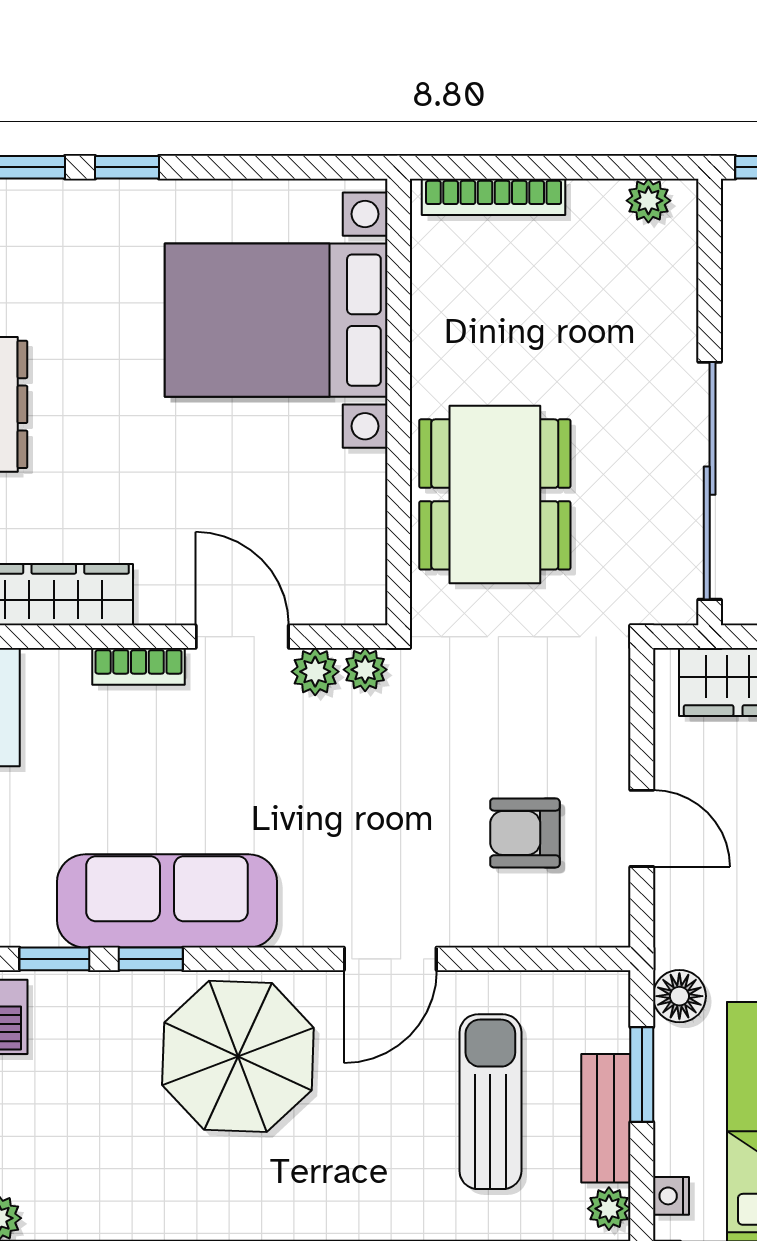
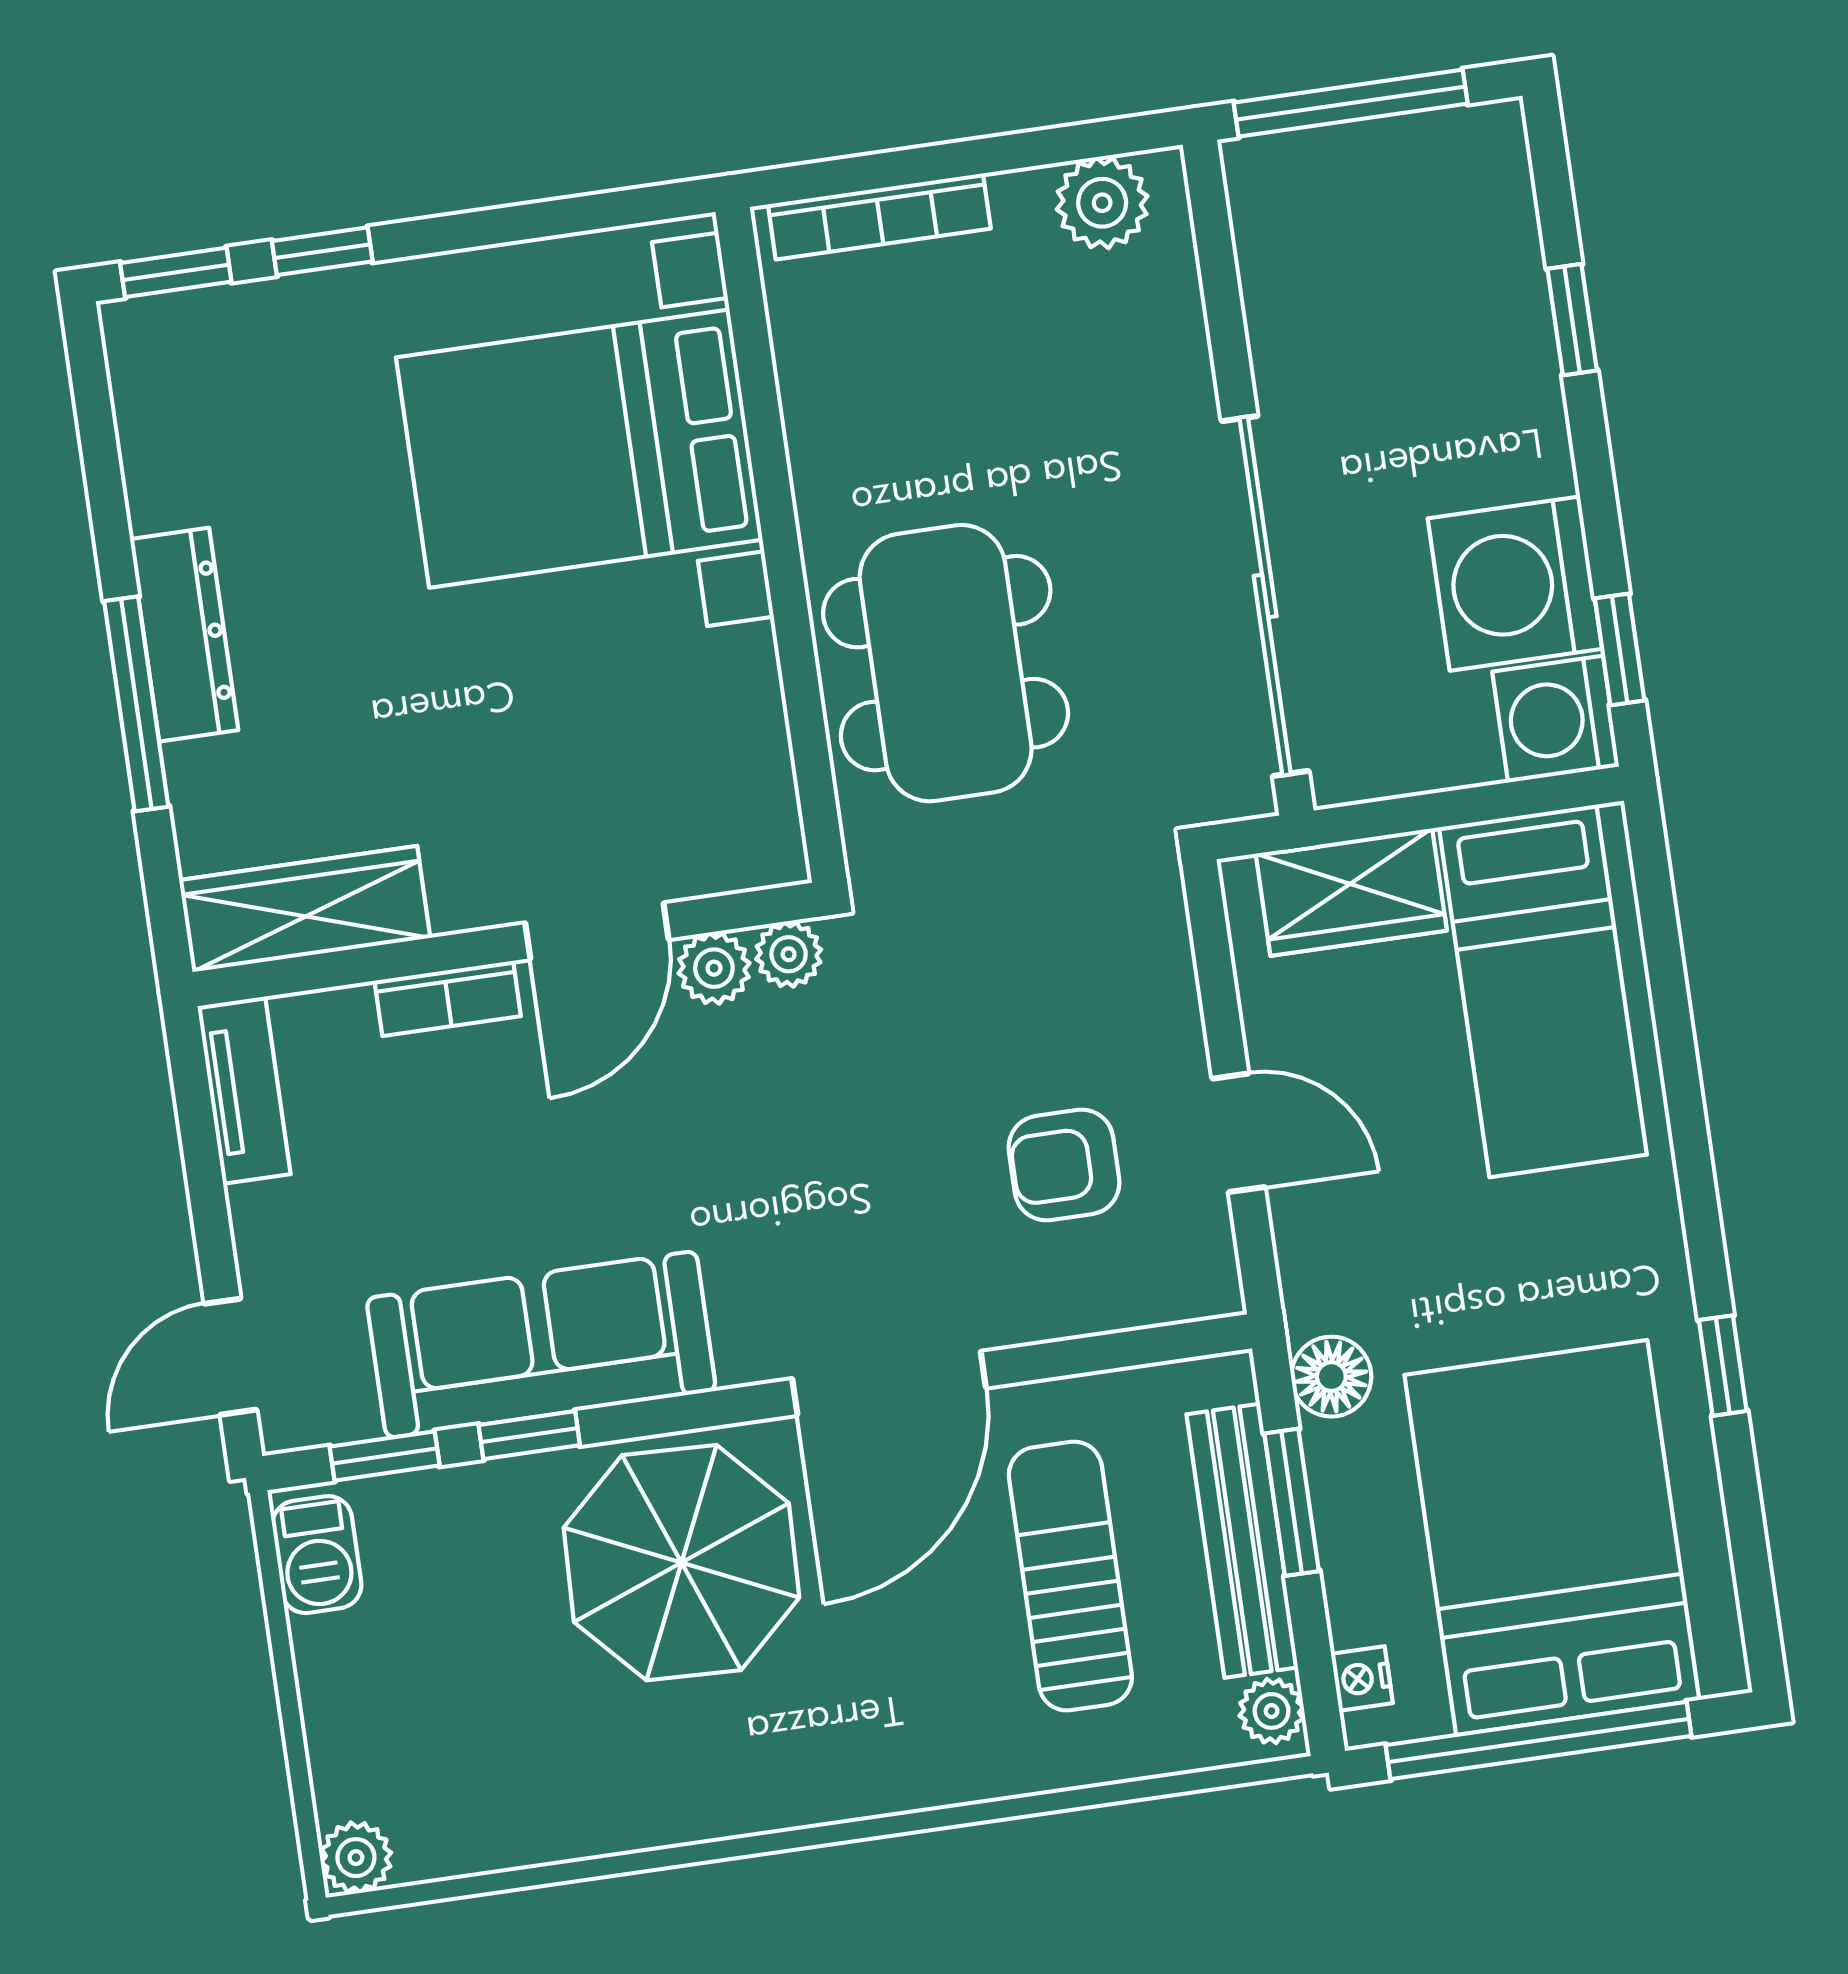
plant: (648, 201) -> (1102, 203), width x1.38, depth x1.38
door: (242, 637) -> (597, 931), swing flipped
door: (390, 959) -> (889, 1383), width x1.36
bench: (606, 1118) -> (1242, 1541), width x1.36

